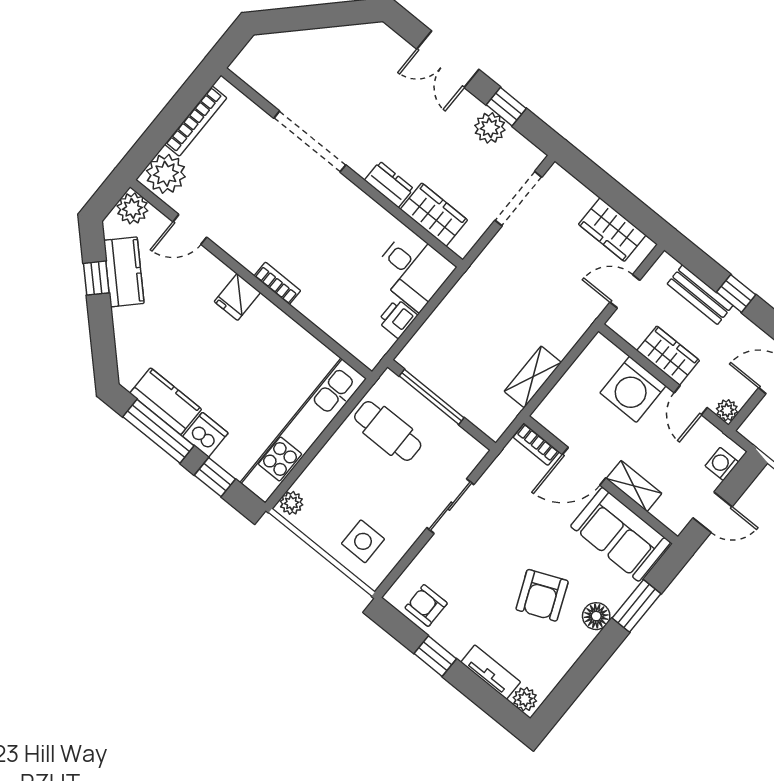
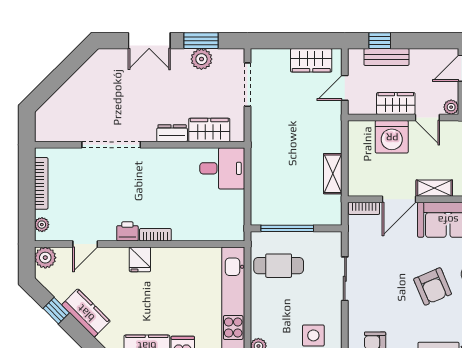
window: (506, 107) -> (201, 41), width x1.50
plant: (166, 174) -> (42, 225), width x0.53, depth x0.53
kitchen counter: (124, 272) -> (86, 313), moved
window: (736, 293) -> (380, 41), moved
printer: (398, 318) -> (127, 231), moved, turned 90

